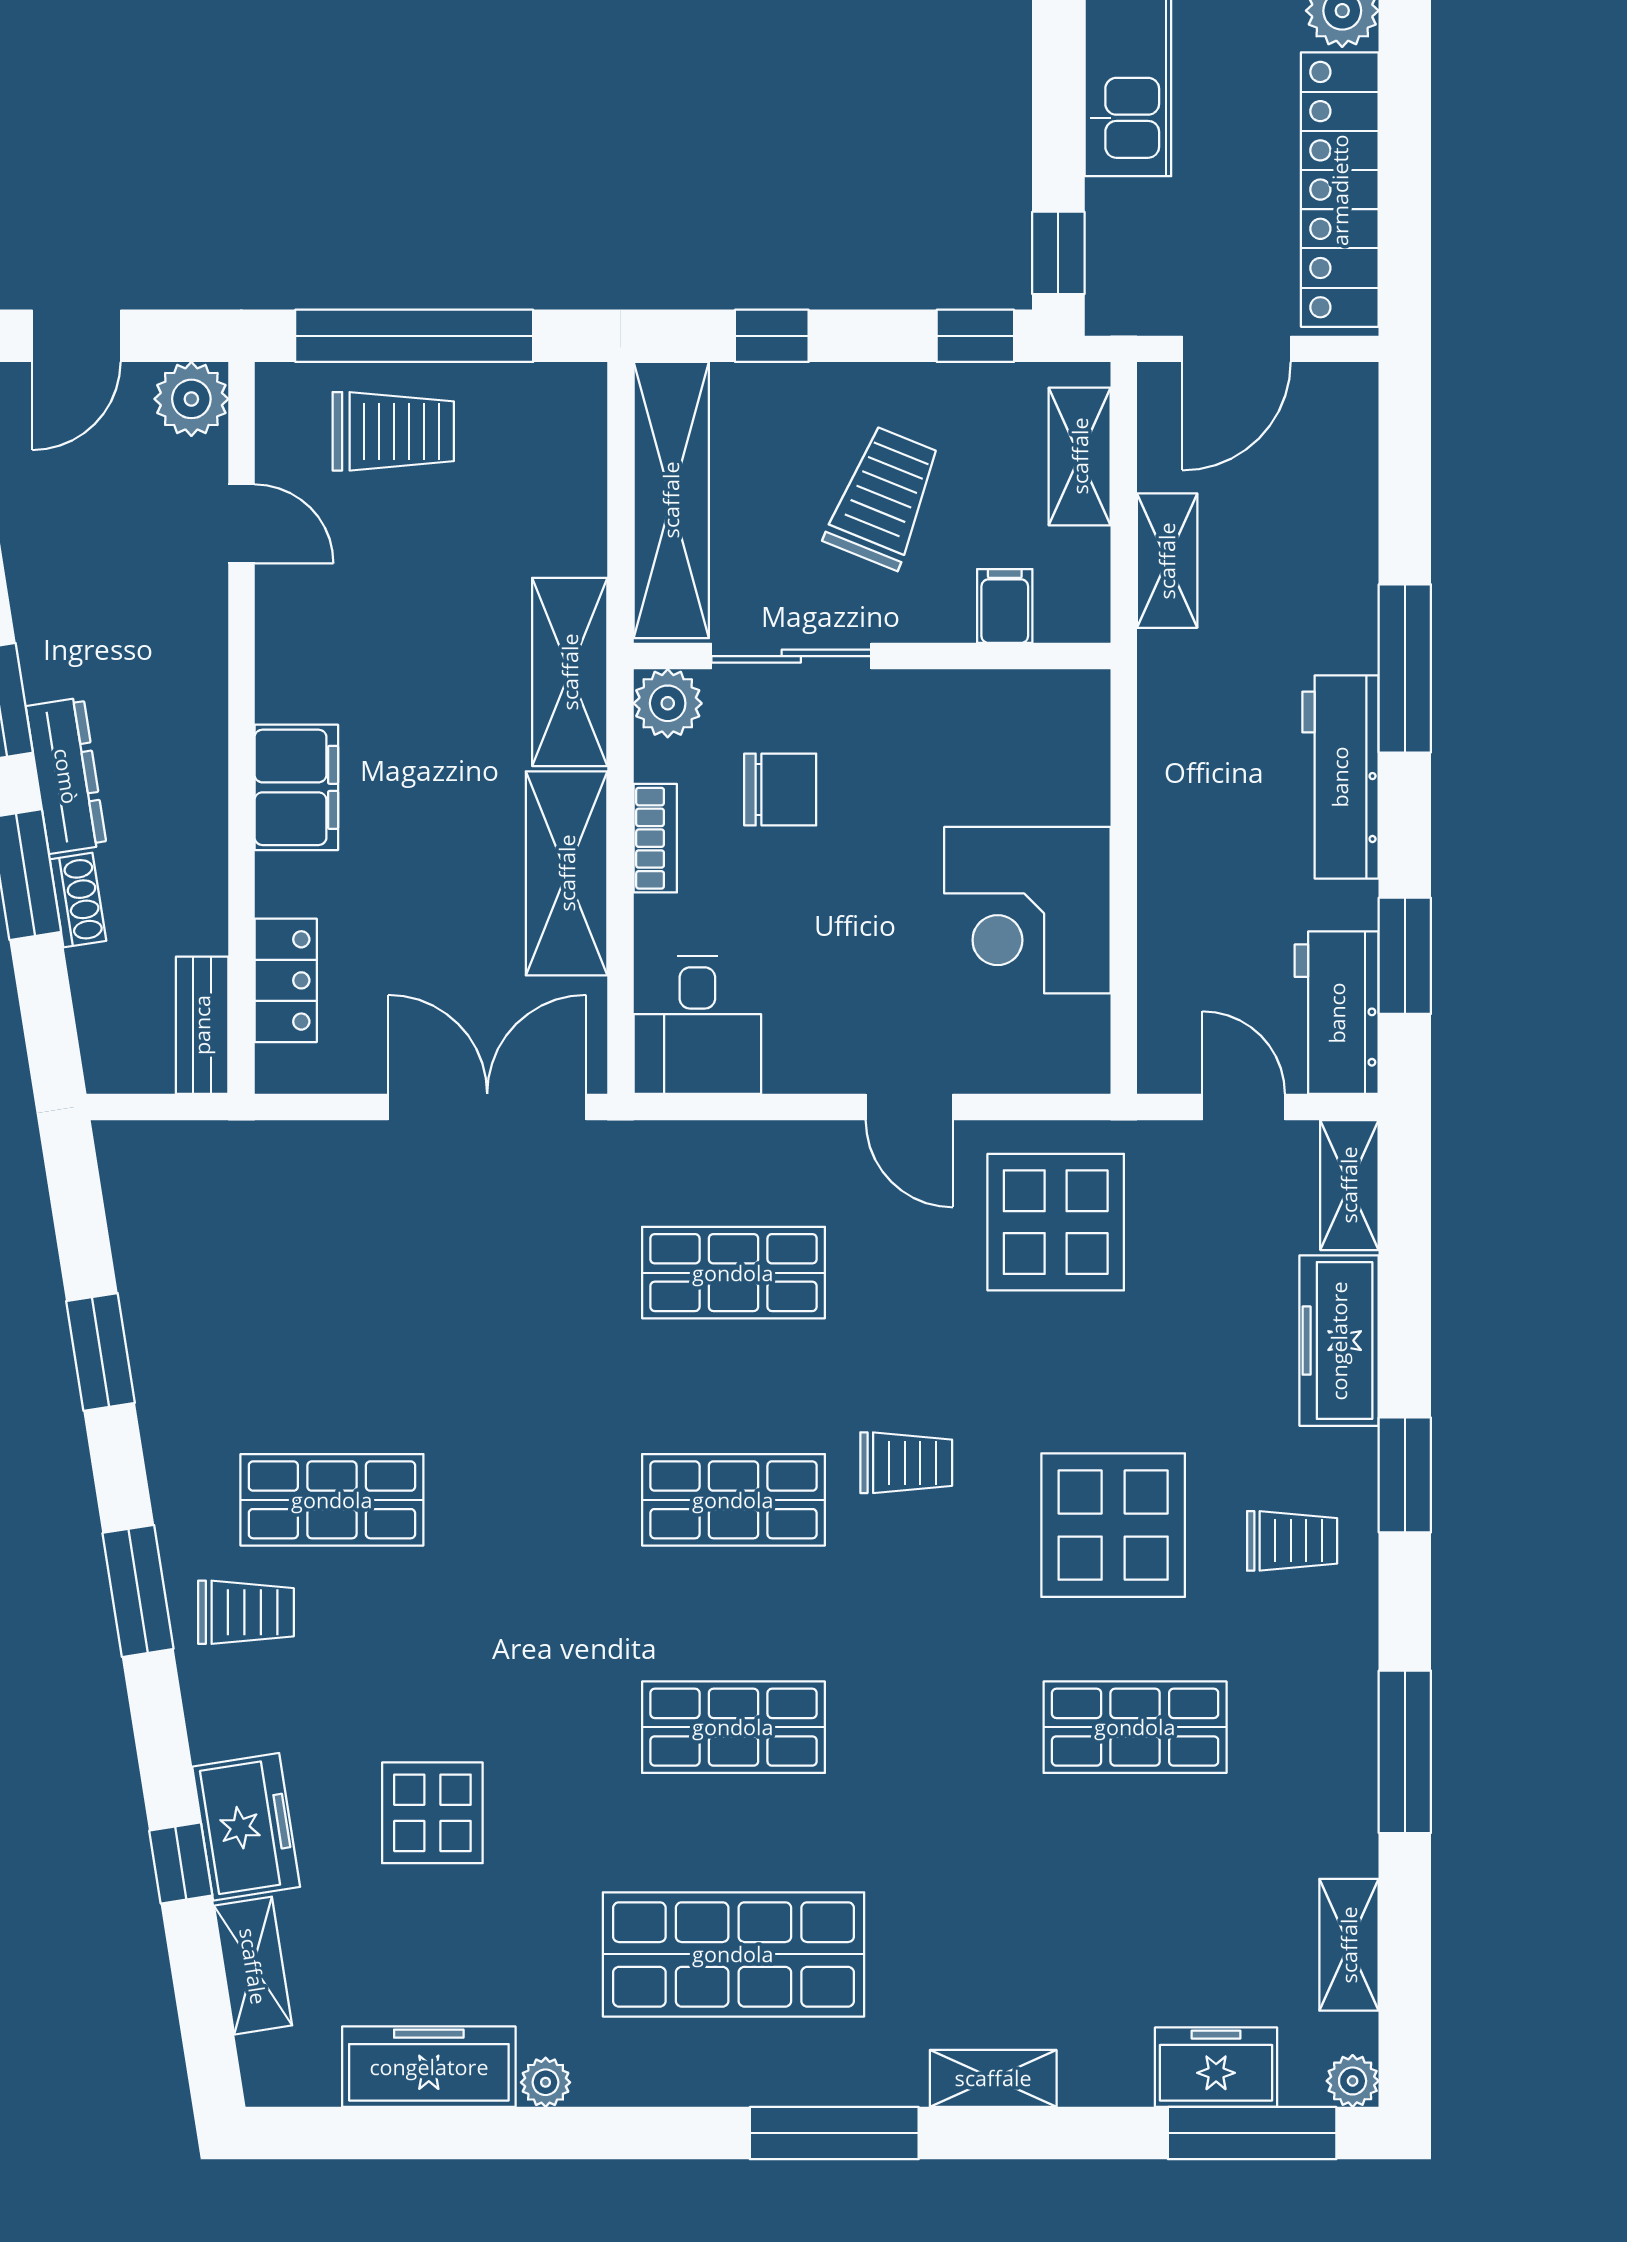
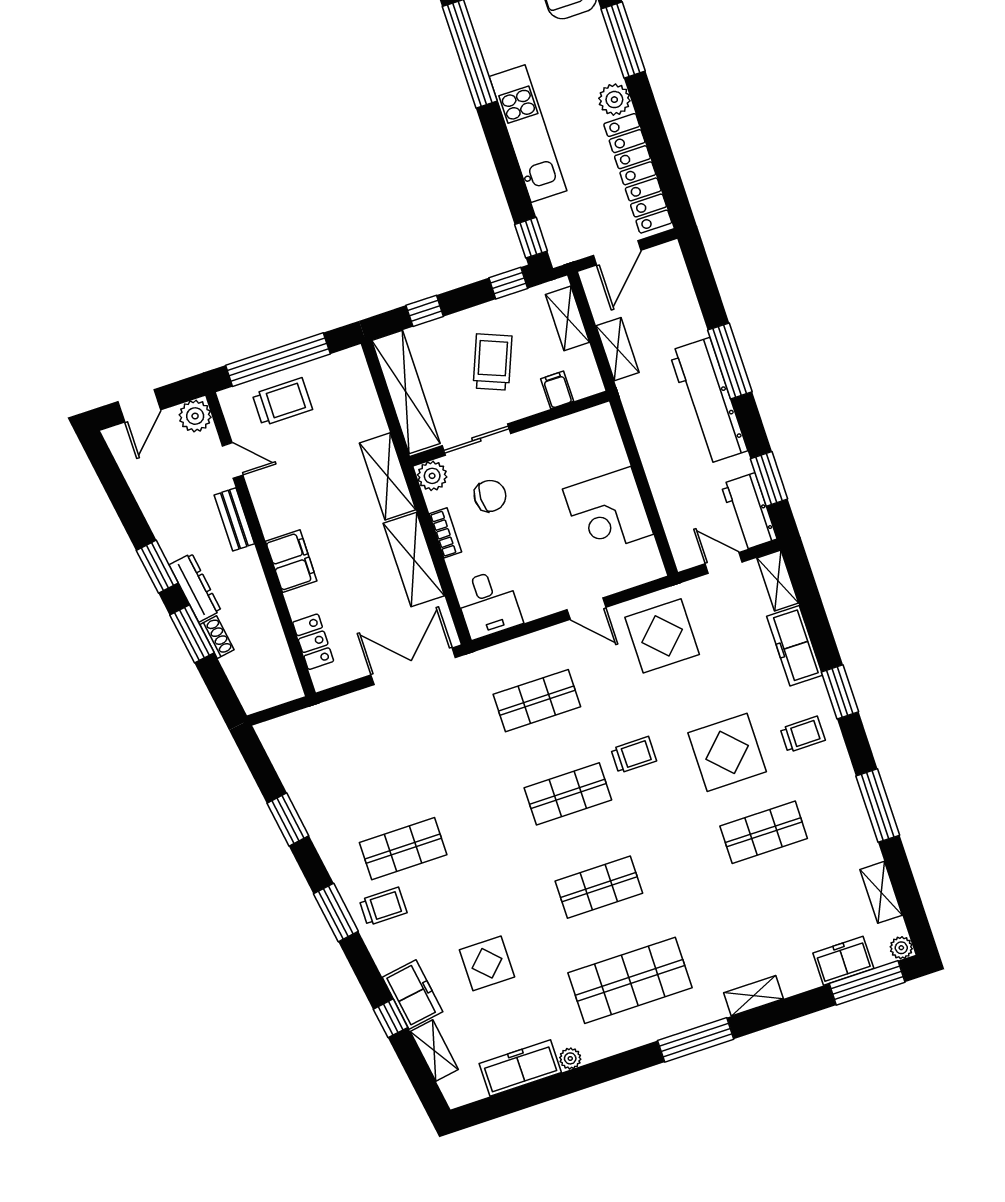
workbench: (1340, 777) -> (708, 401), width x1.36, depth x1.32
bench: (202, 1025) -> (234, 519), moved

